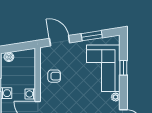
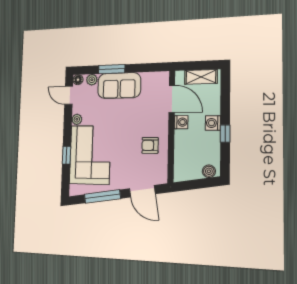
window: (92, 36) -> (102, 196), width x1.44

